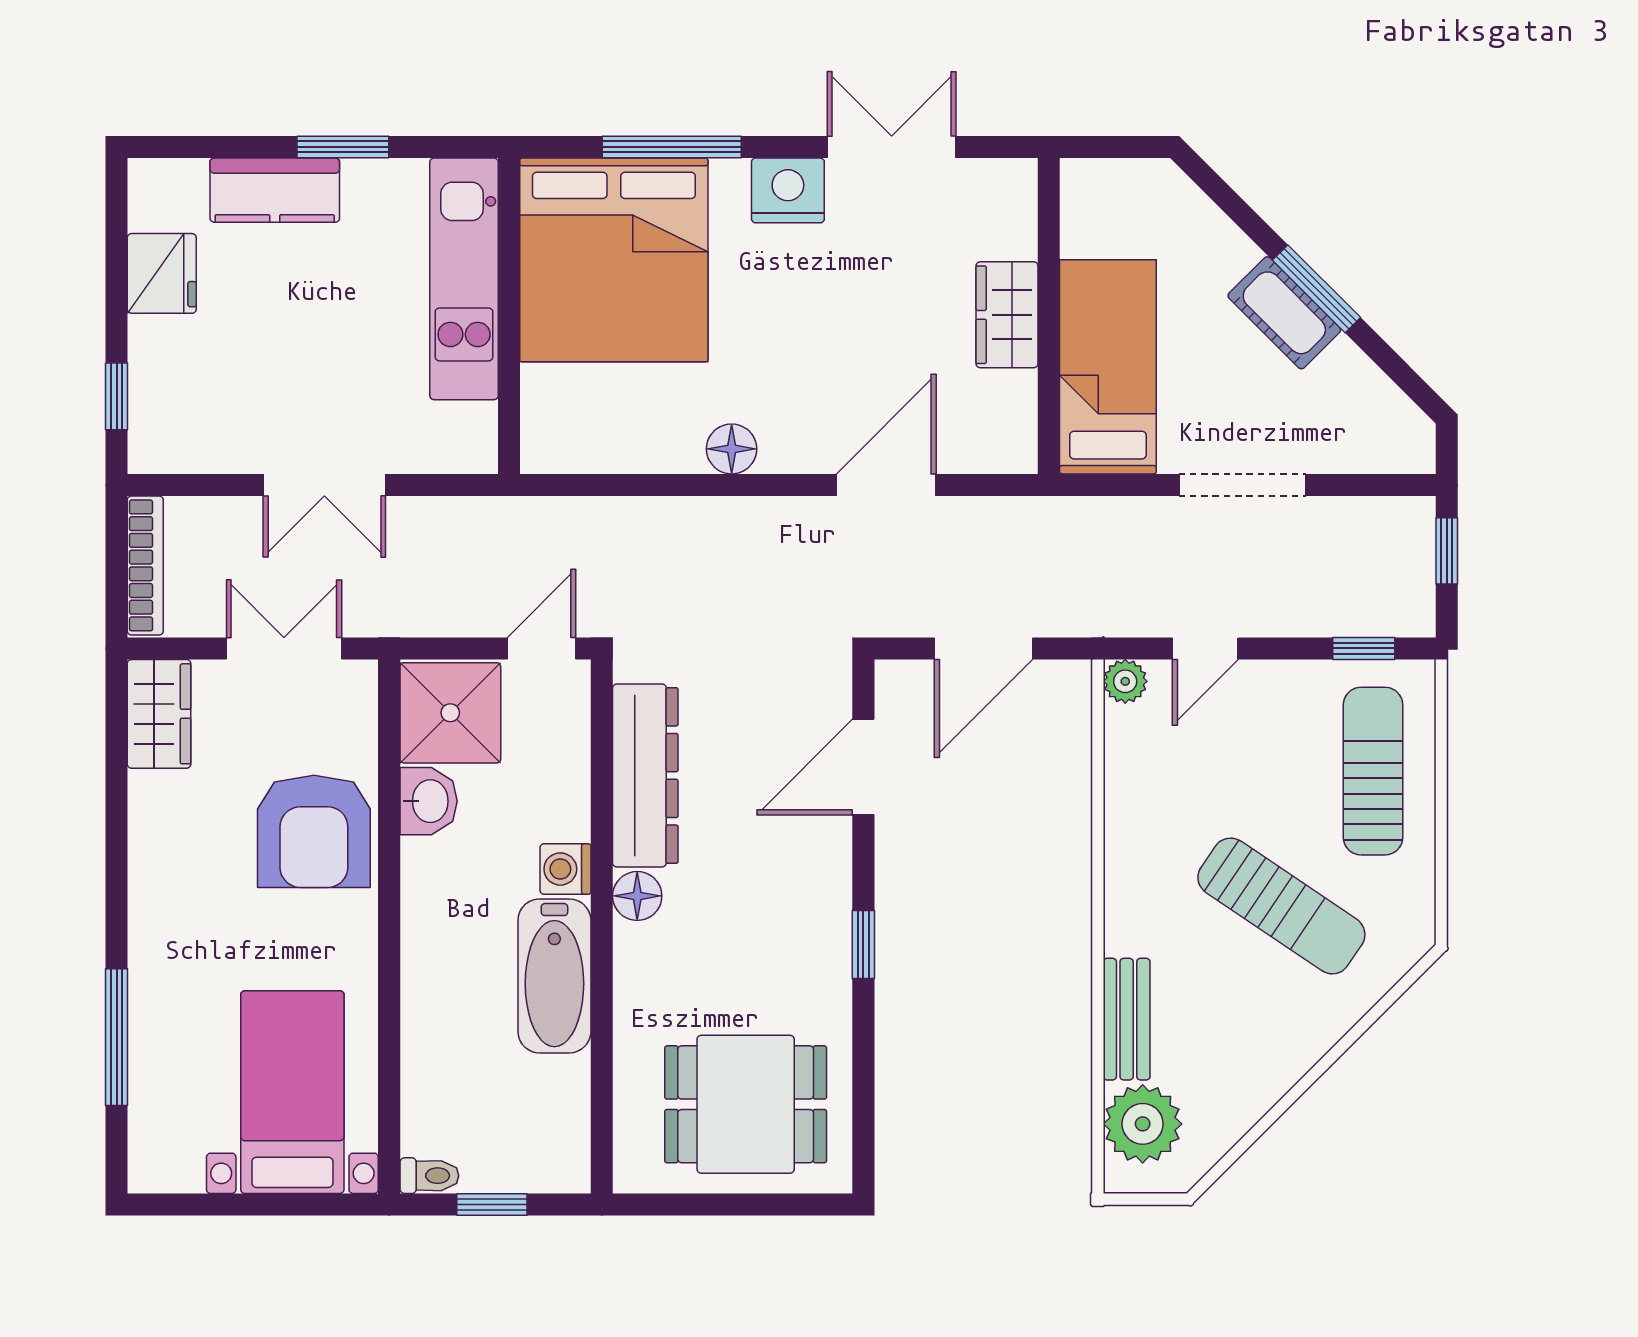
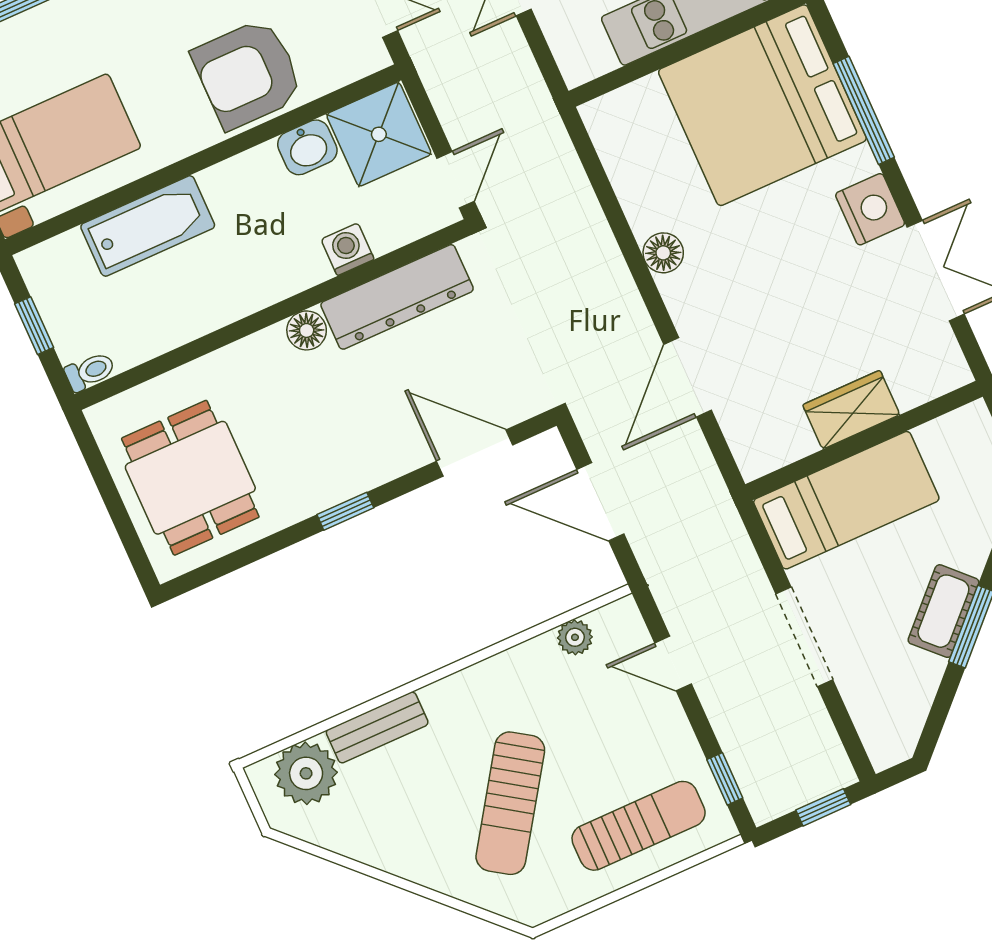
door: (886, 485) -> (688, 377), swing flipped
door: (541, 648) -> (456, 180), hinge flipped
plant: (1125, 681) -> (575, 637), moved
washing machine: (565, 869) -> (348, 249), moved
bathtub: (554, 976) -> (148, 226), moved, turned 180
toilet: (429, 1176) -> (90, 371), moved, turned -90

